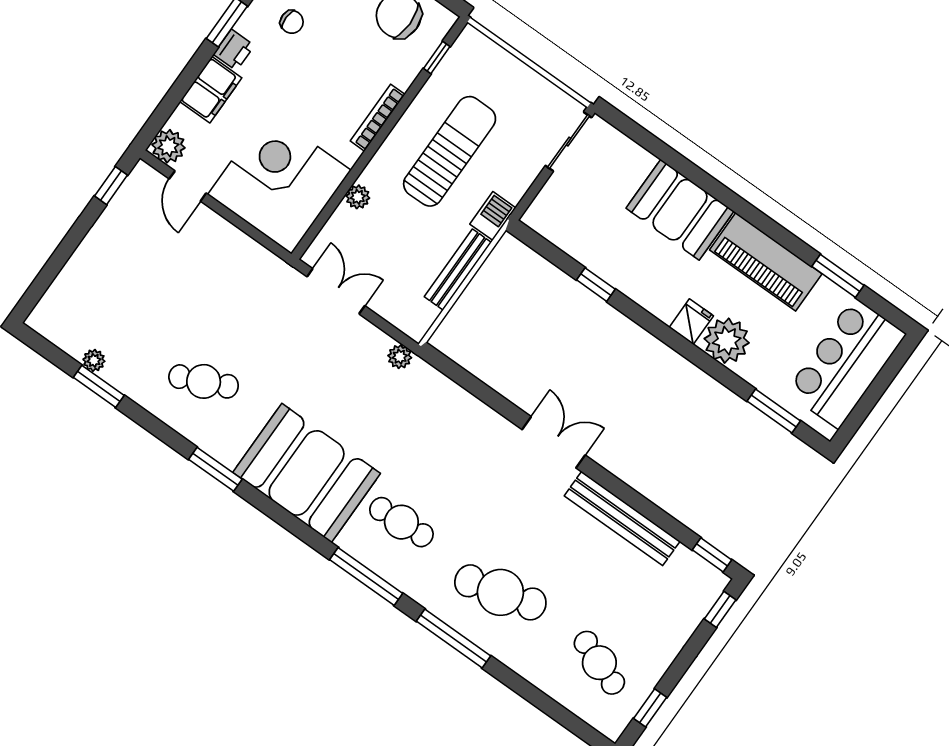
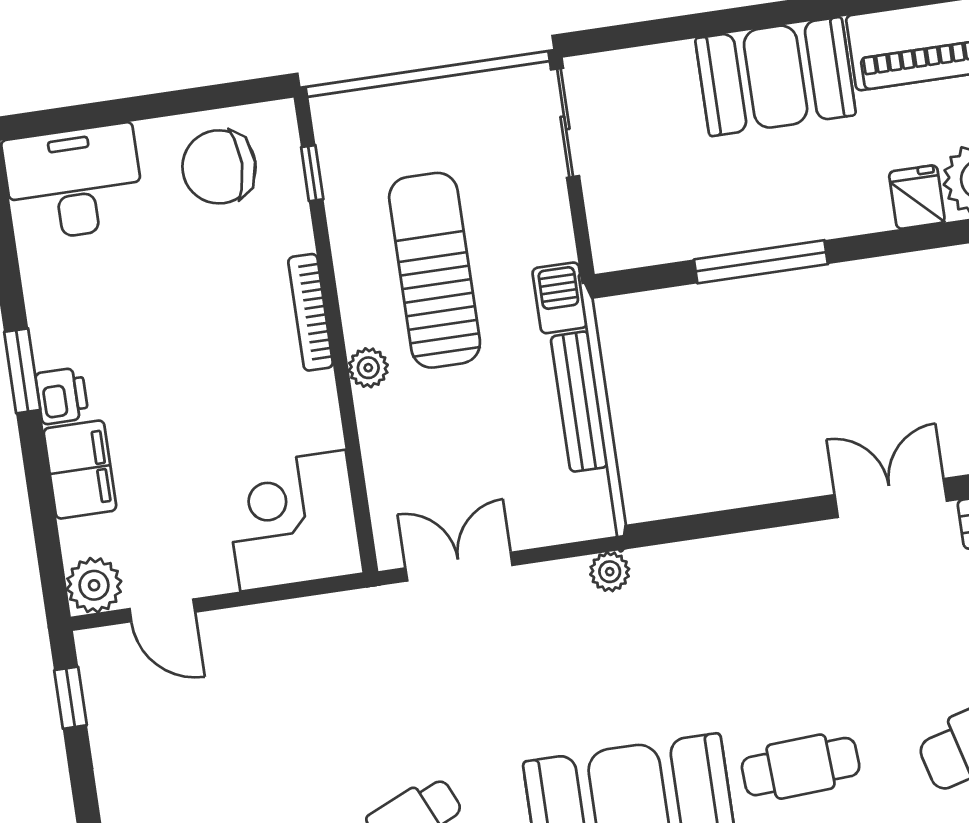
chair: (292, 22) -> (99, 296), removed
corner desk: (279, 182) -> (293, 521), width x0.74, depth x0.74
plant: (358, 197) -> (368, 368), moved
window: (596, 285) -> (761, 262), width x2.17

